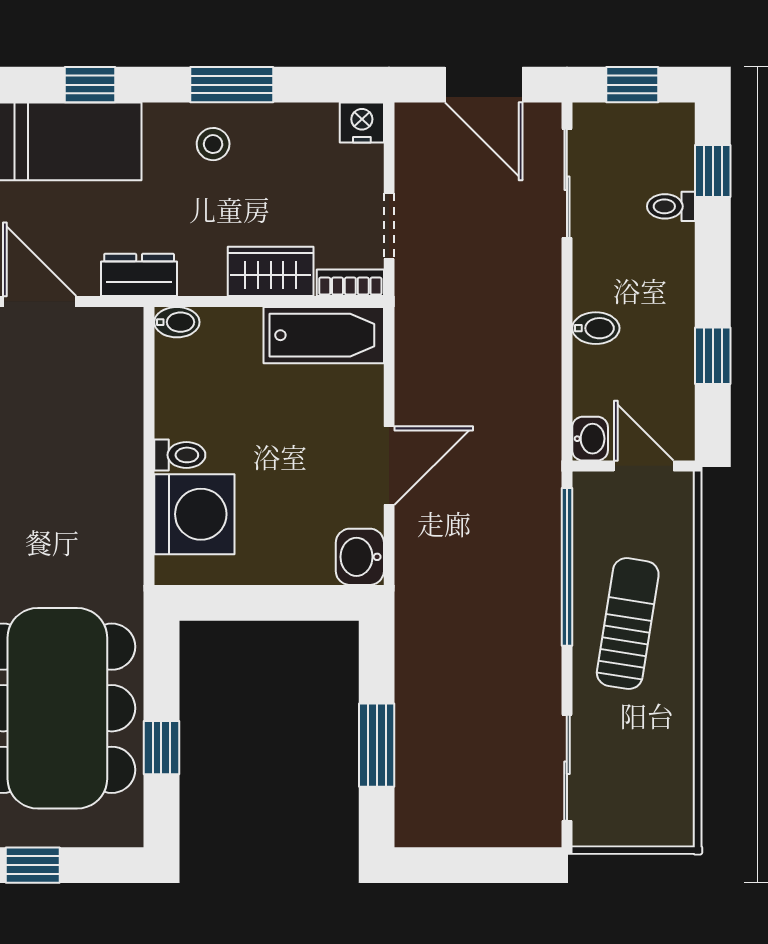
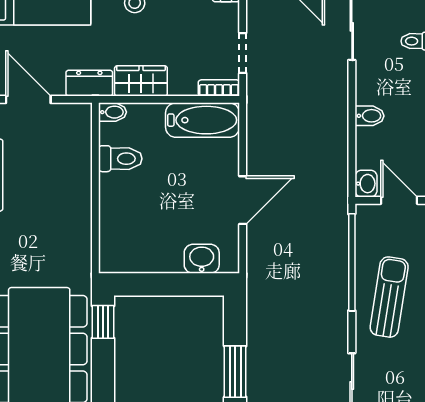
wardrobe: (271, 271) -> (141, 81), moved
toilet: (180, 455) -> (120, 159), moved, width x1.37, depth x1.39
washing machine: (194, 514) -> (123, 230), removed
washbasin: (360, 557) -> (202, 259), moved, turned 90
window: (161, 748) -> (103, 322), moved

